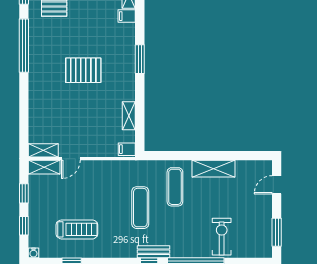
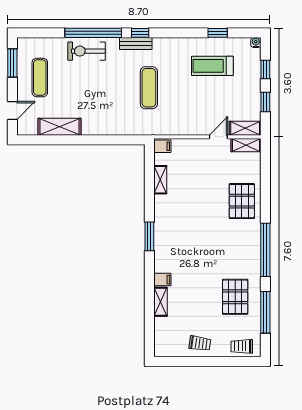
pallet: (83, 70) -> (242, 201), moved, turned 90
shelving: (213, 169) -> (59, 127), moved
exercise mat: (175, 187) -> (40, 77), moved
exercise bike: (222, 237) -> (87, 51), moved, turned 90

